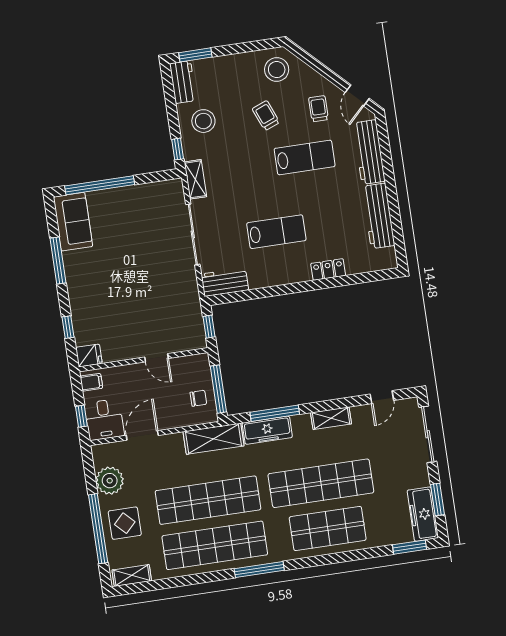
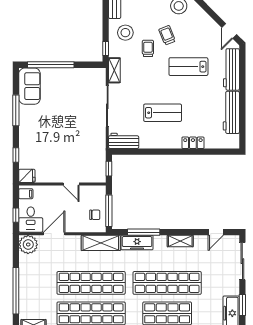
trolley: (318, 109) -> (148, 48), moved
lab bench: (305, 157) -> (188, 67), turned 180
plant: (110, 481) -> (28, 245), moved
display table: (125, 523) -> (34, 290), removed

